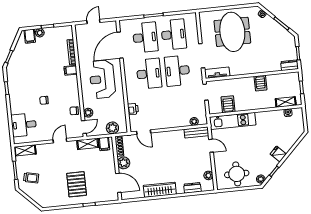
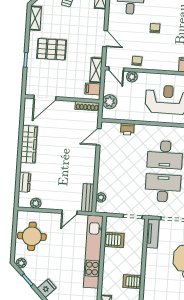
kitchen unit: (233, 121) -> (93, 252), width x1.36
plant: (124, 163) -> (67, 108), removed
shelving: (53, 202) -> (35, 18), added

